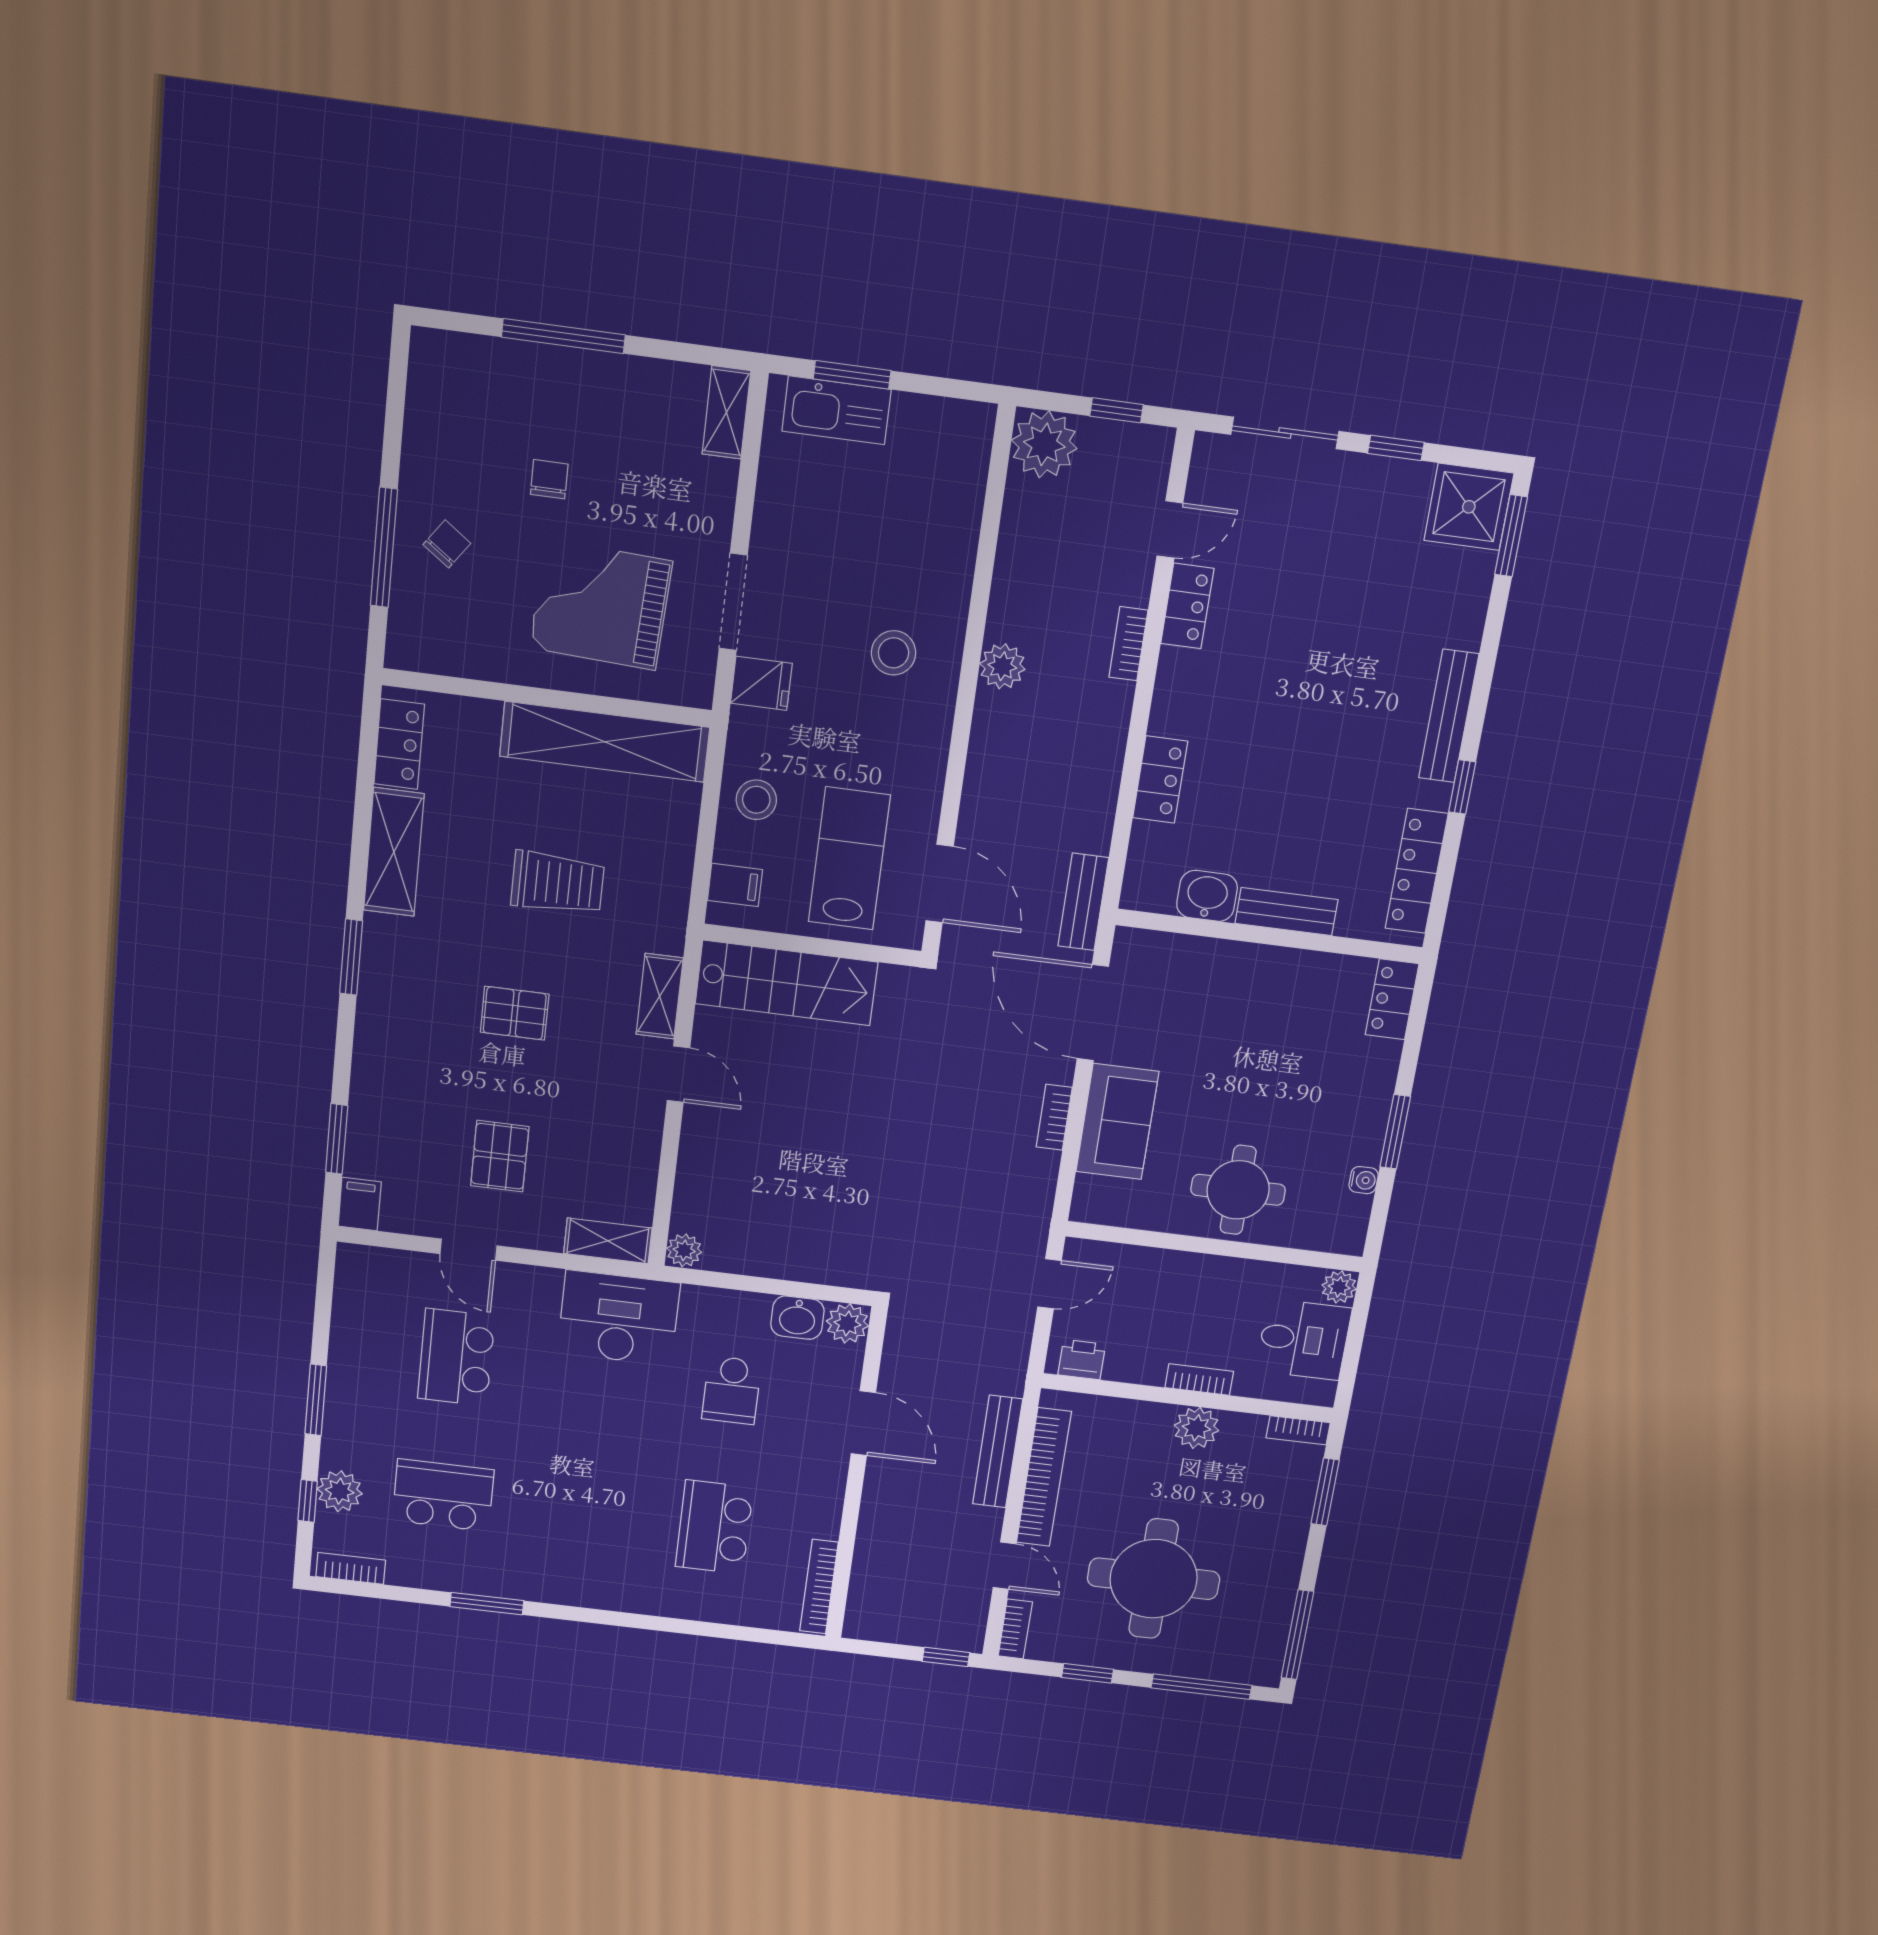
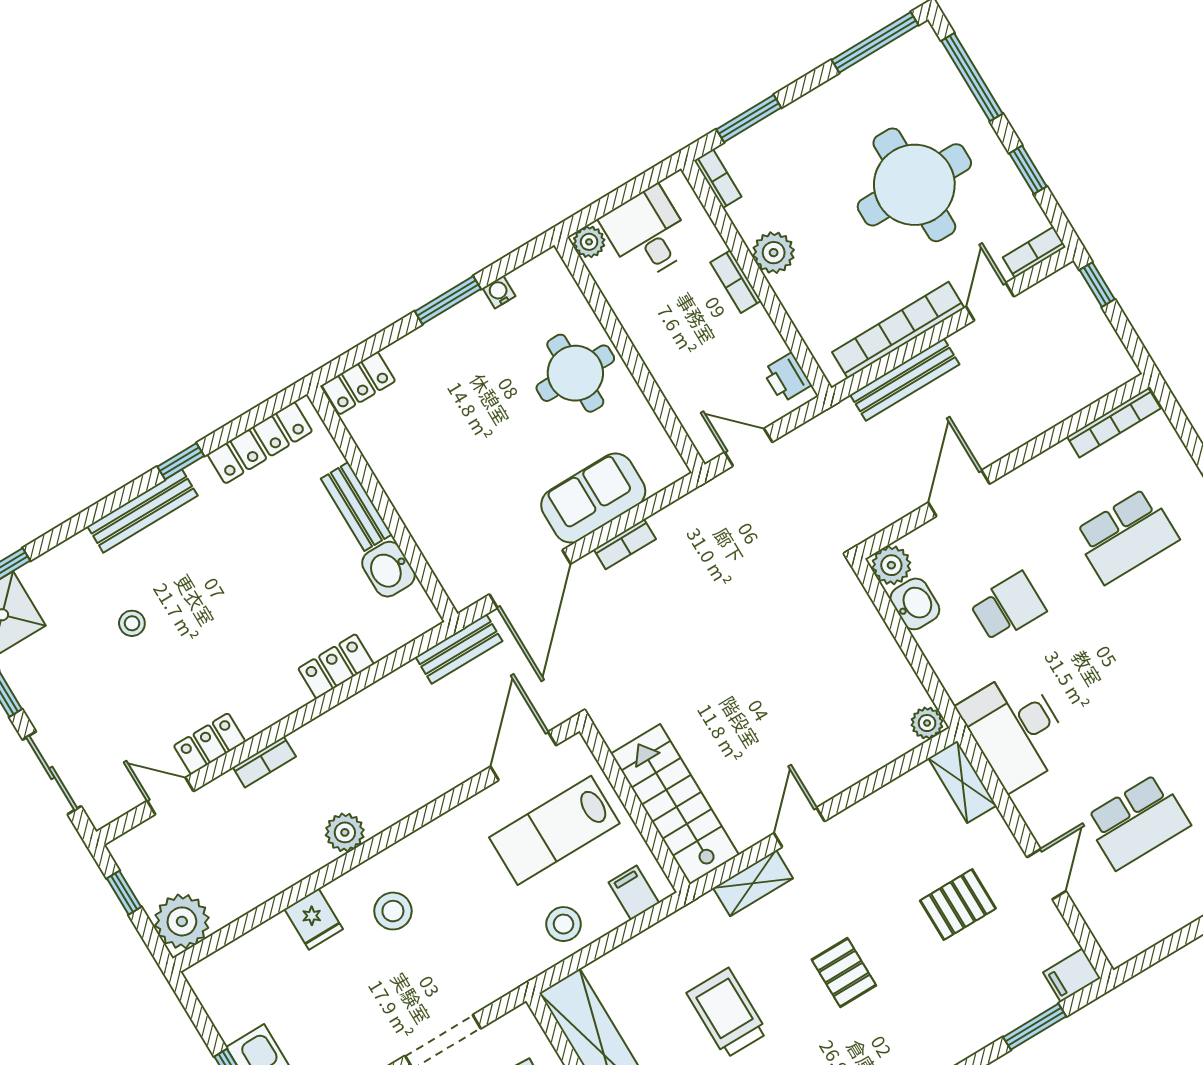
stool: (1357, 623) -> (132, 623), added
fridge: (761, 683) -> (314, 919), moved, turned 180

